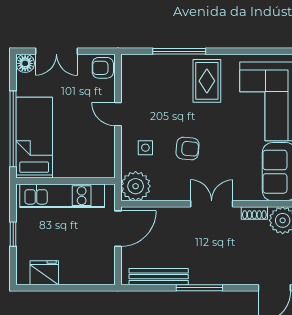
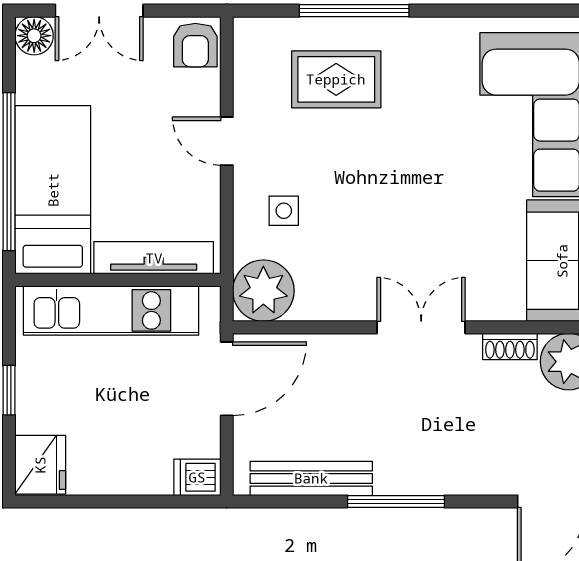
armchair: (103, 68) -> (195, 45), turned -90
rug: (207, 81) -> (336, 79), moved, turned 90
armchair: (187, 149) -> (371, 212), removed
tv unit: (83, 170) -> (154, 258), added
fridge: (44, 273) -> (40, 465), moved, turned 90
dishwasher: (104, 276) -> (197, 477), added

